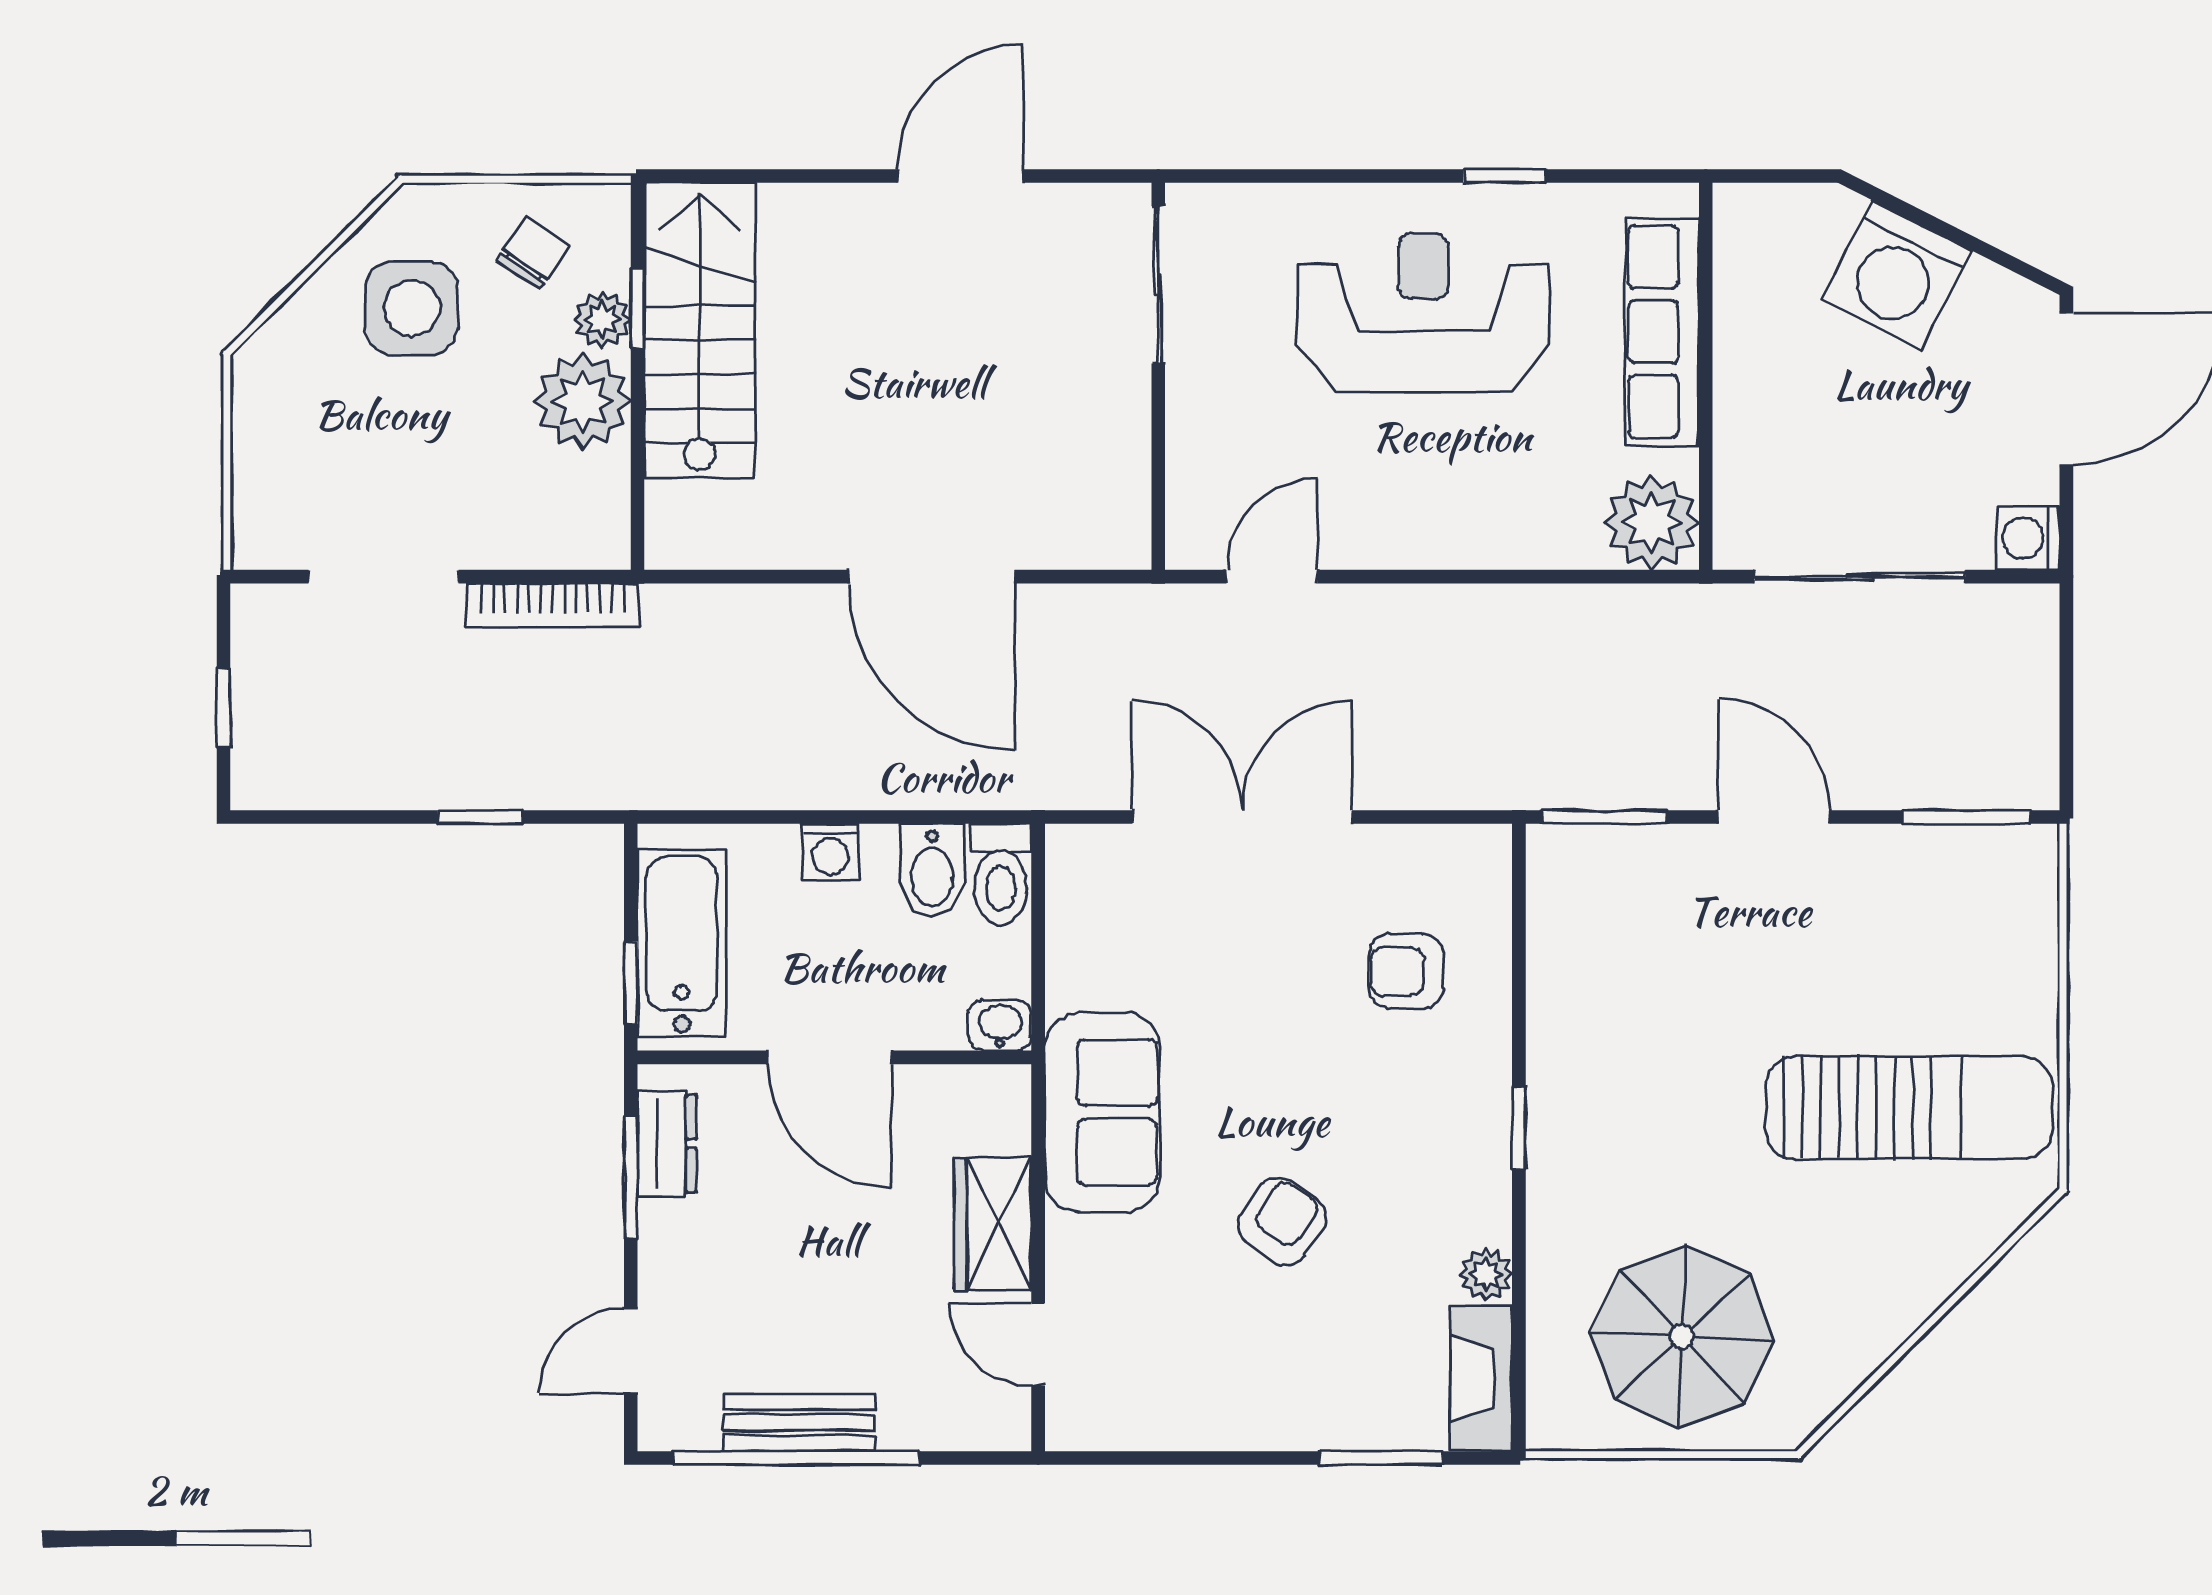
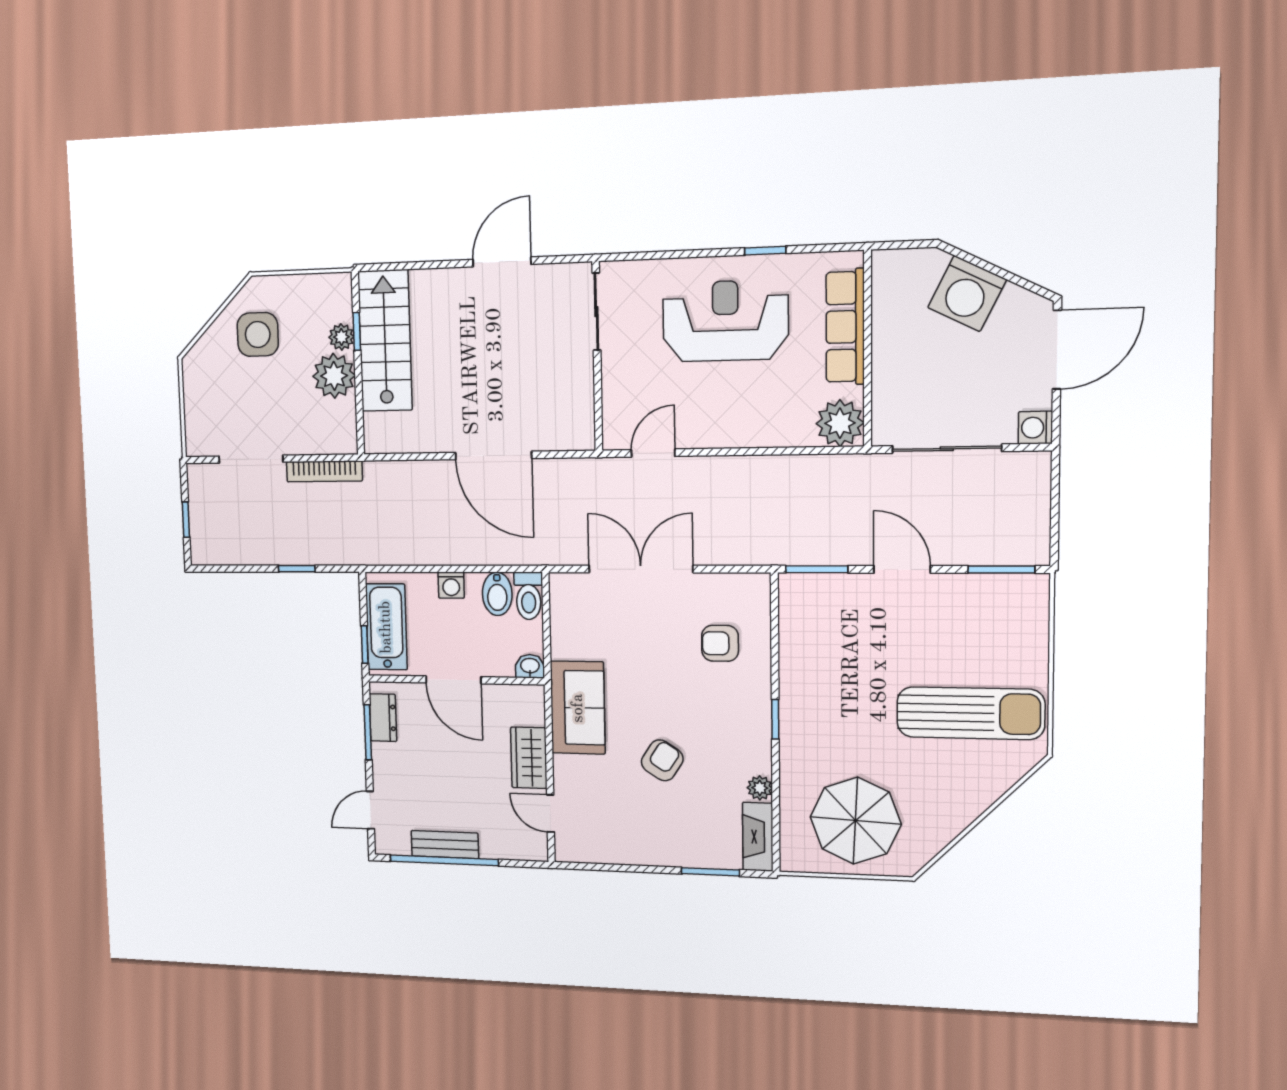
chair: (533, 253) -> (310, 307), removed

